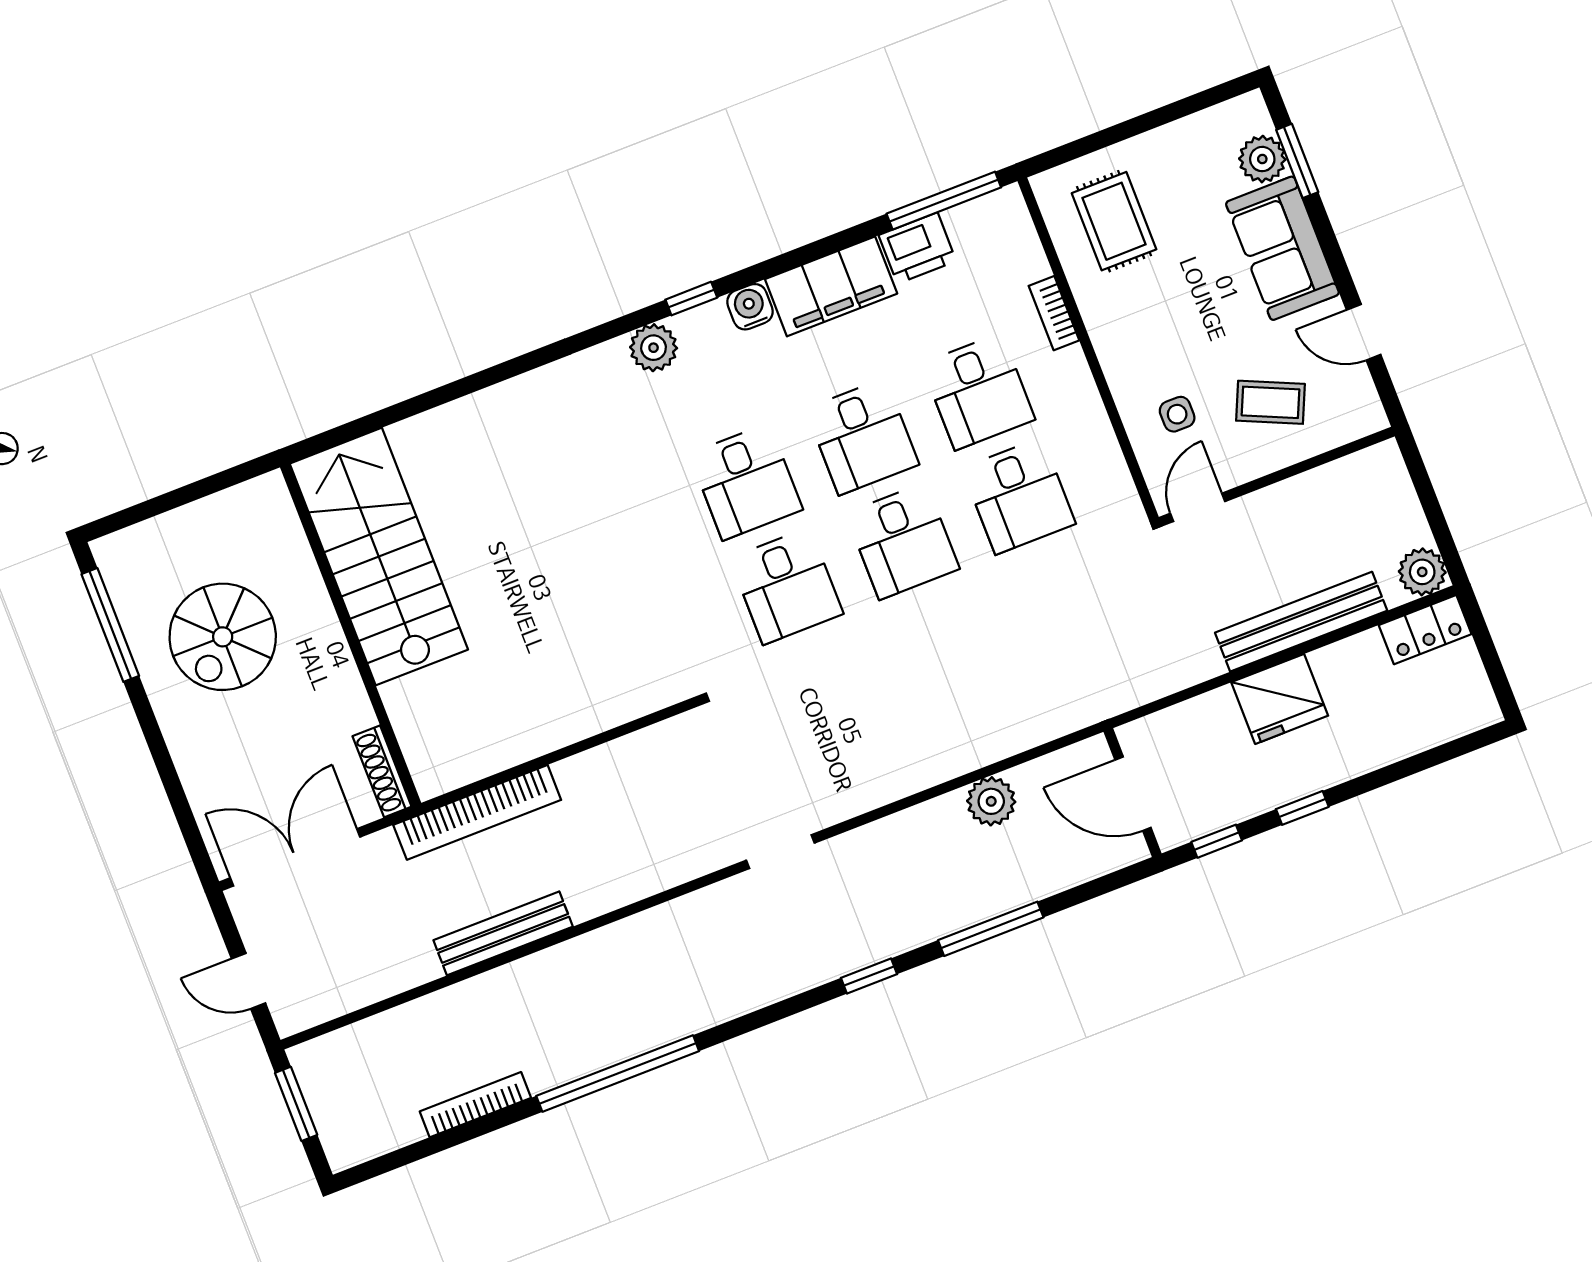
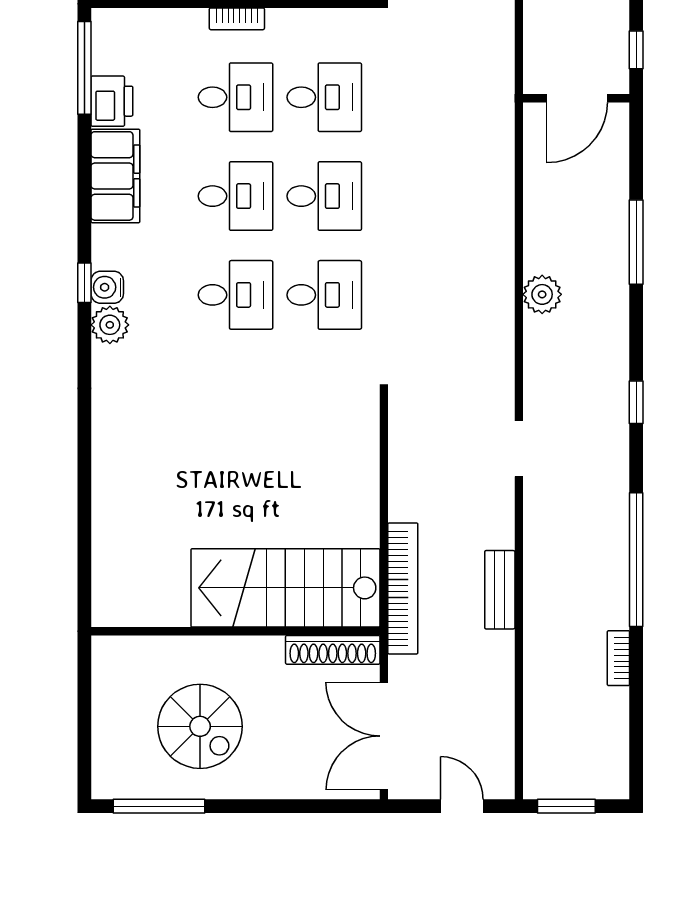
water cooler: (750, 307) -> (107, 287), moved
bookcase: (1054, 313) -> (237, 19), moved
stairs: (379, 557) -> (285, 588), moved
shoe rack: (382, 771) -> (333, 650), width x1.36, depth x1.24
plant: (991, 801) -> (542, 294), moved
doorway: (780, 852) -> (519, 449), moved
bench: (503, 933) -> (500, 590), width x0.73
window: (869, 976) -> (636, 402), moved
door: (248, 981) -> (462, 806), swing flipped
bookcase: (475, 1105) -> (618, 658), width x0.64

